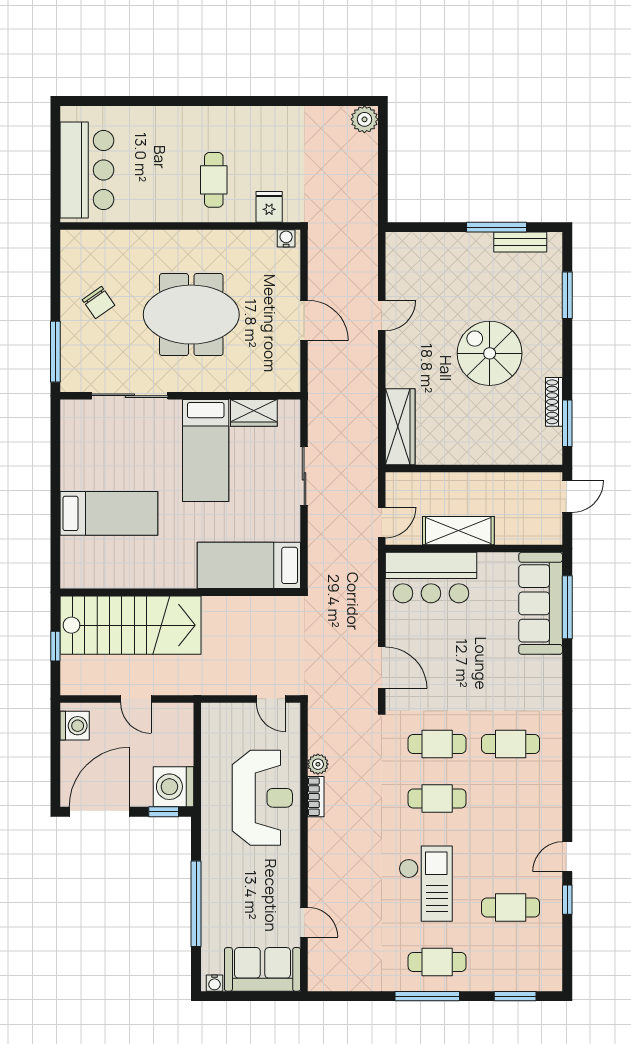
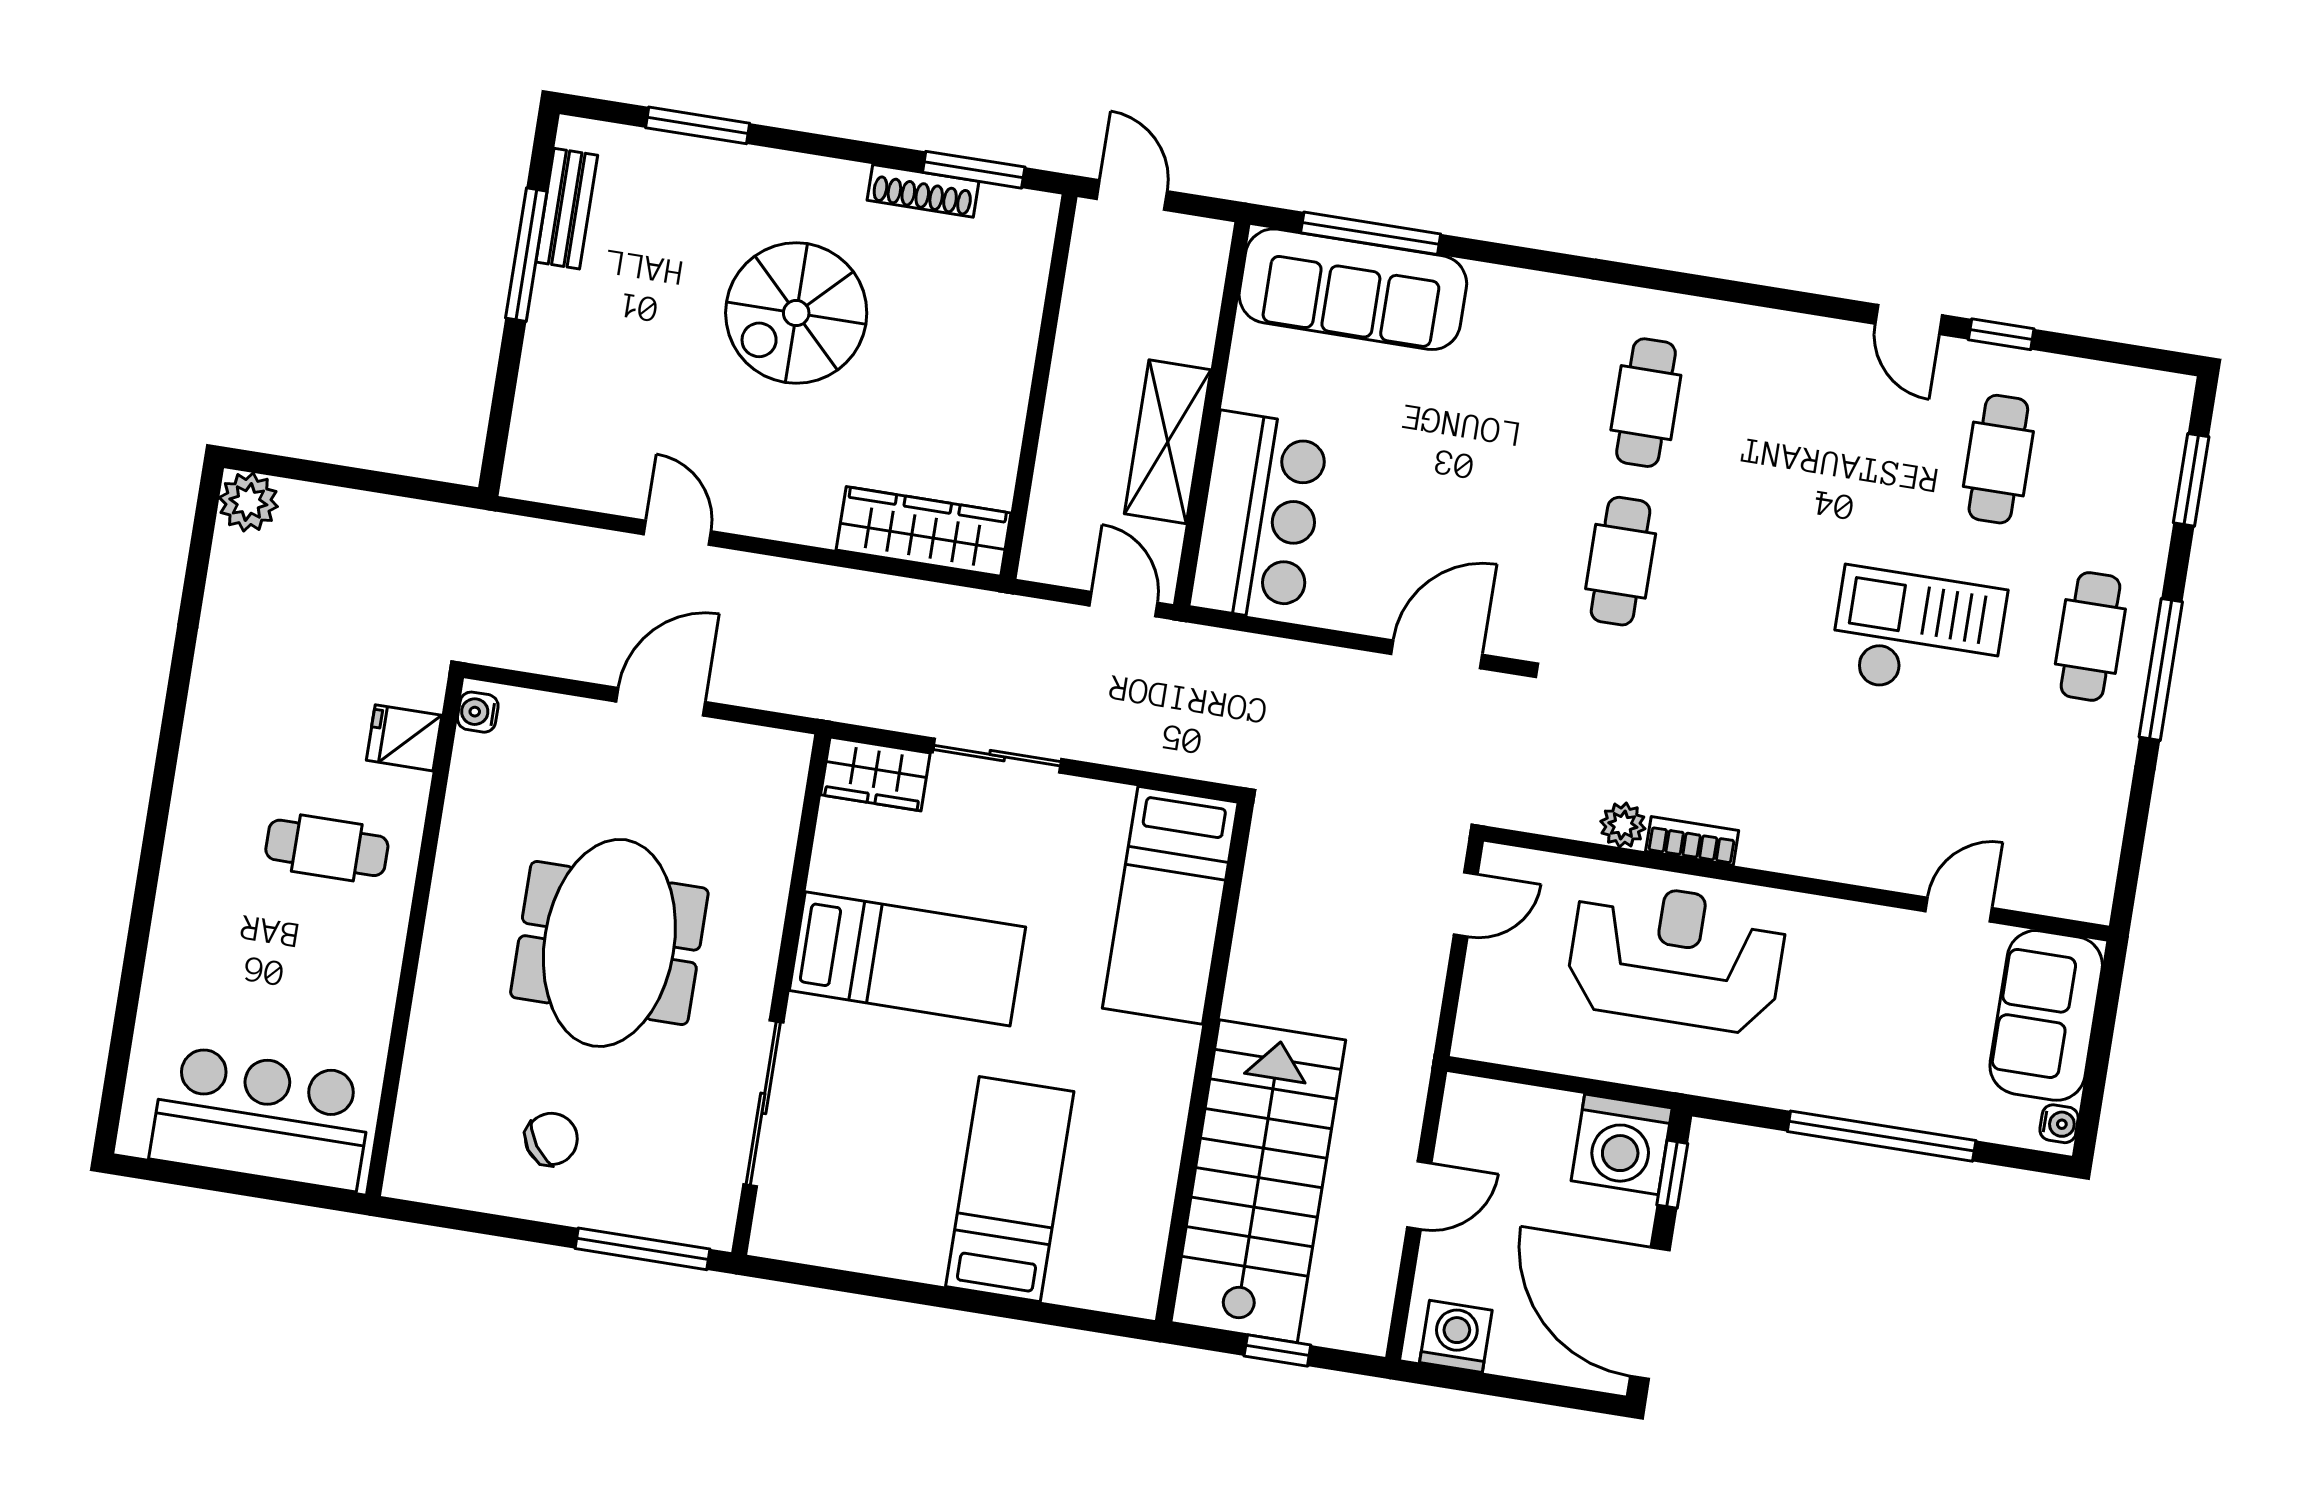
wardrobe: (254, 413) -> (875, 774), moved, turned 90
cafe table: (437, 799) -> (1738, 580), removed

